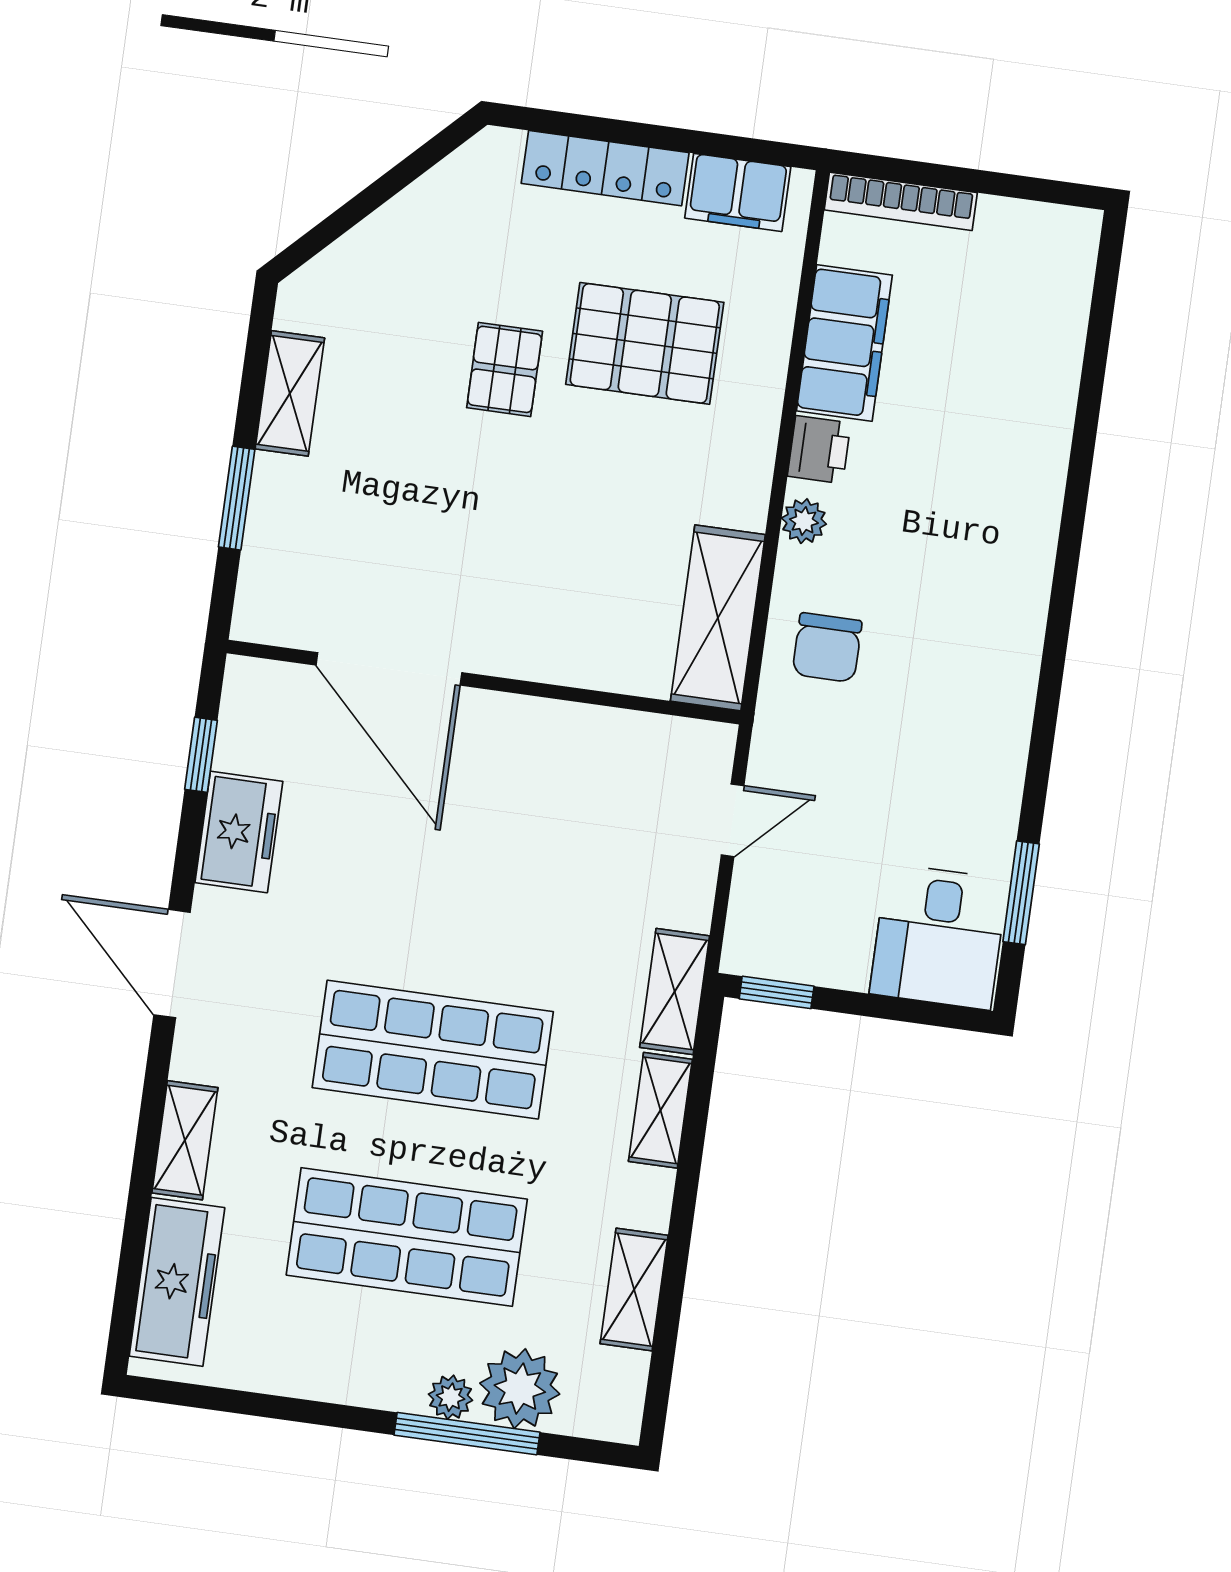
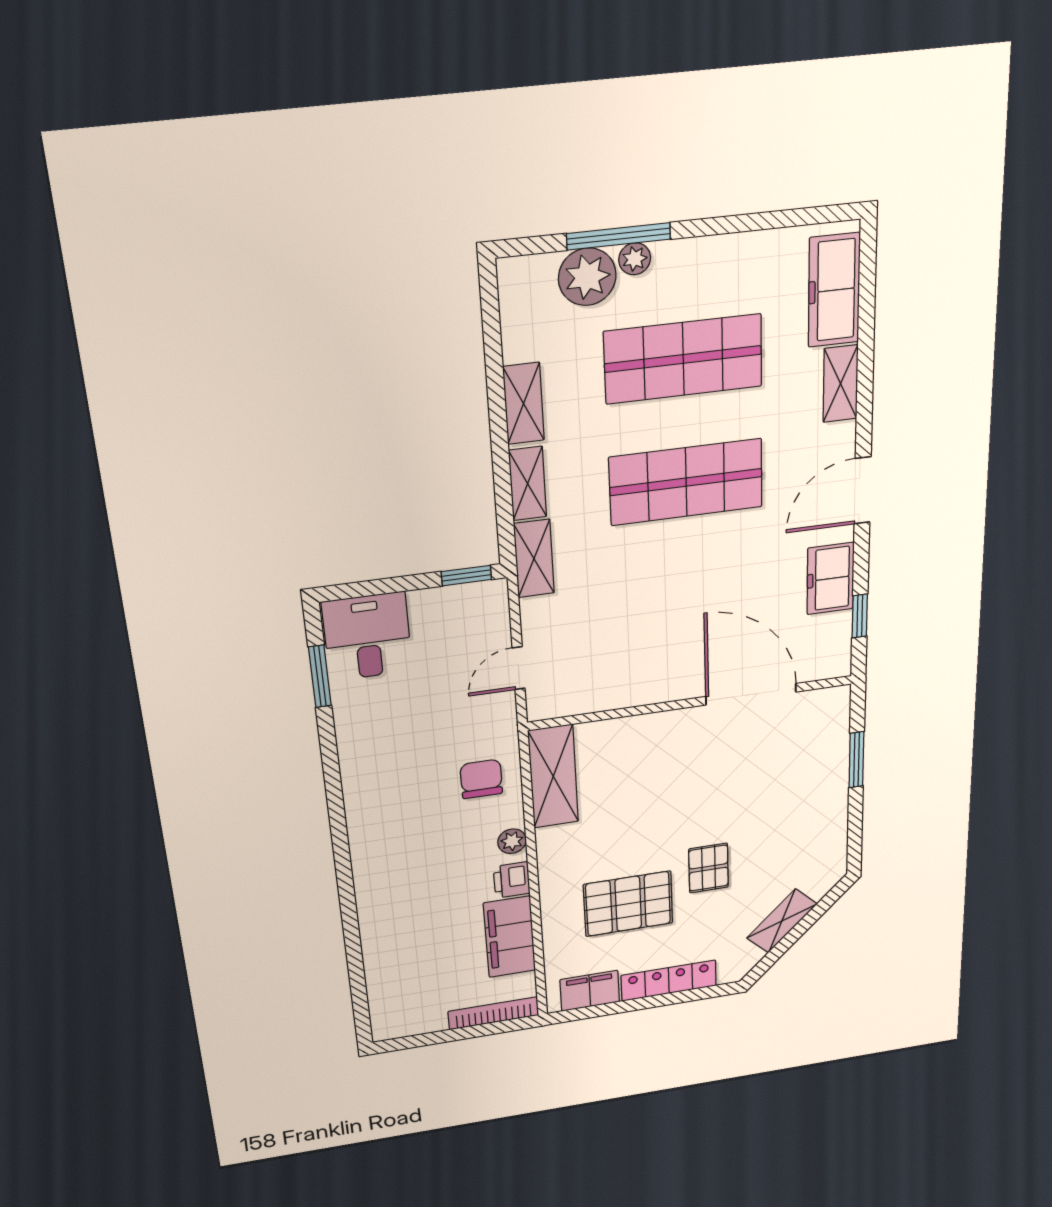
shelving: (290, 393) -> (782, 921), moved, turned 45
door: (172, 964) -> (862, 490), swing flipped
shelving: (634, 1290) -> (524, 403), moved

